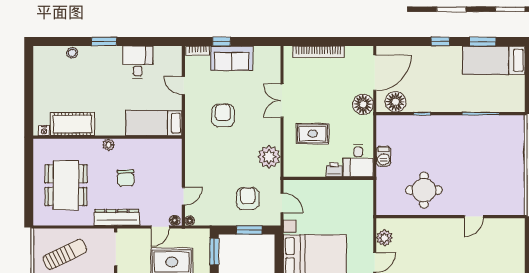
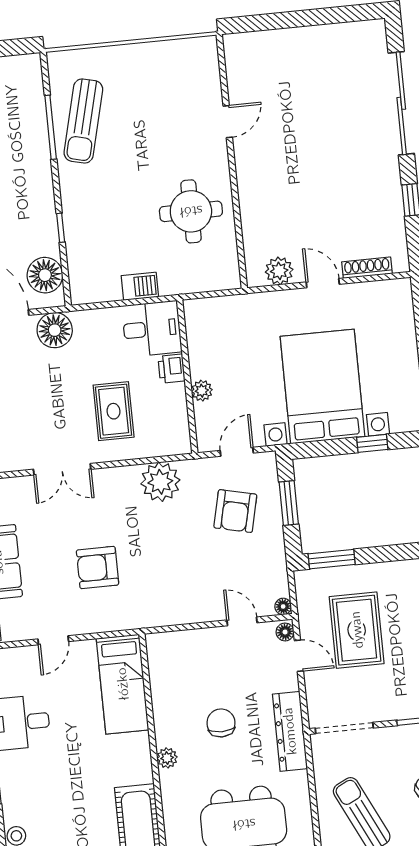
sun lounger: (483, 133) -> (83, 121), added
chair: (126, 178) -> (221, 723), turned -87
plant: (319, 186) -> (202, 391), added
armchair: (248, 199) -> (235, 511), turned -77
door: (474, 217) -> (228, 122), hinge flipped

